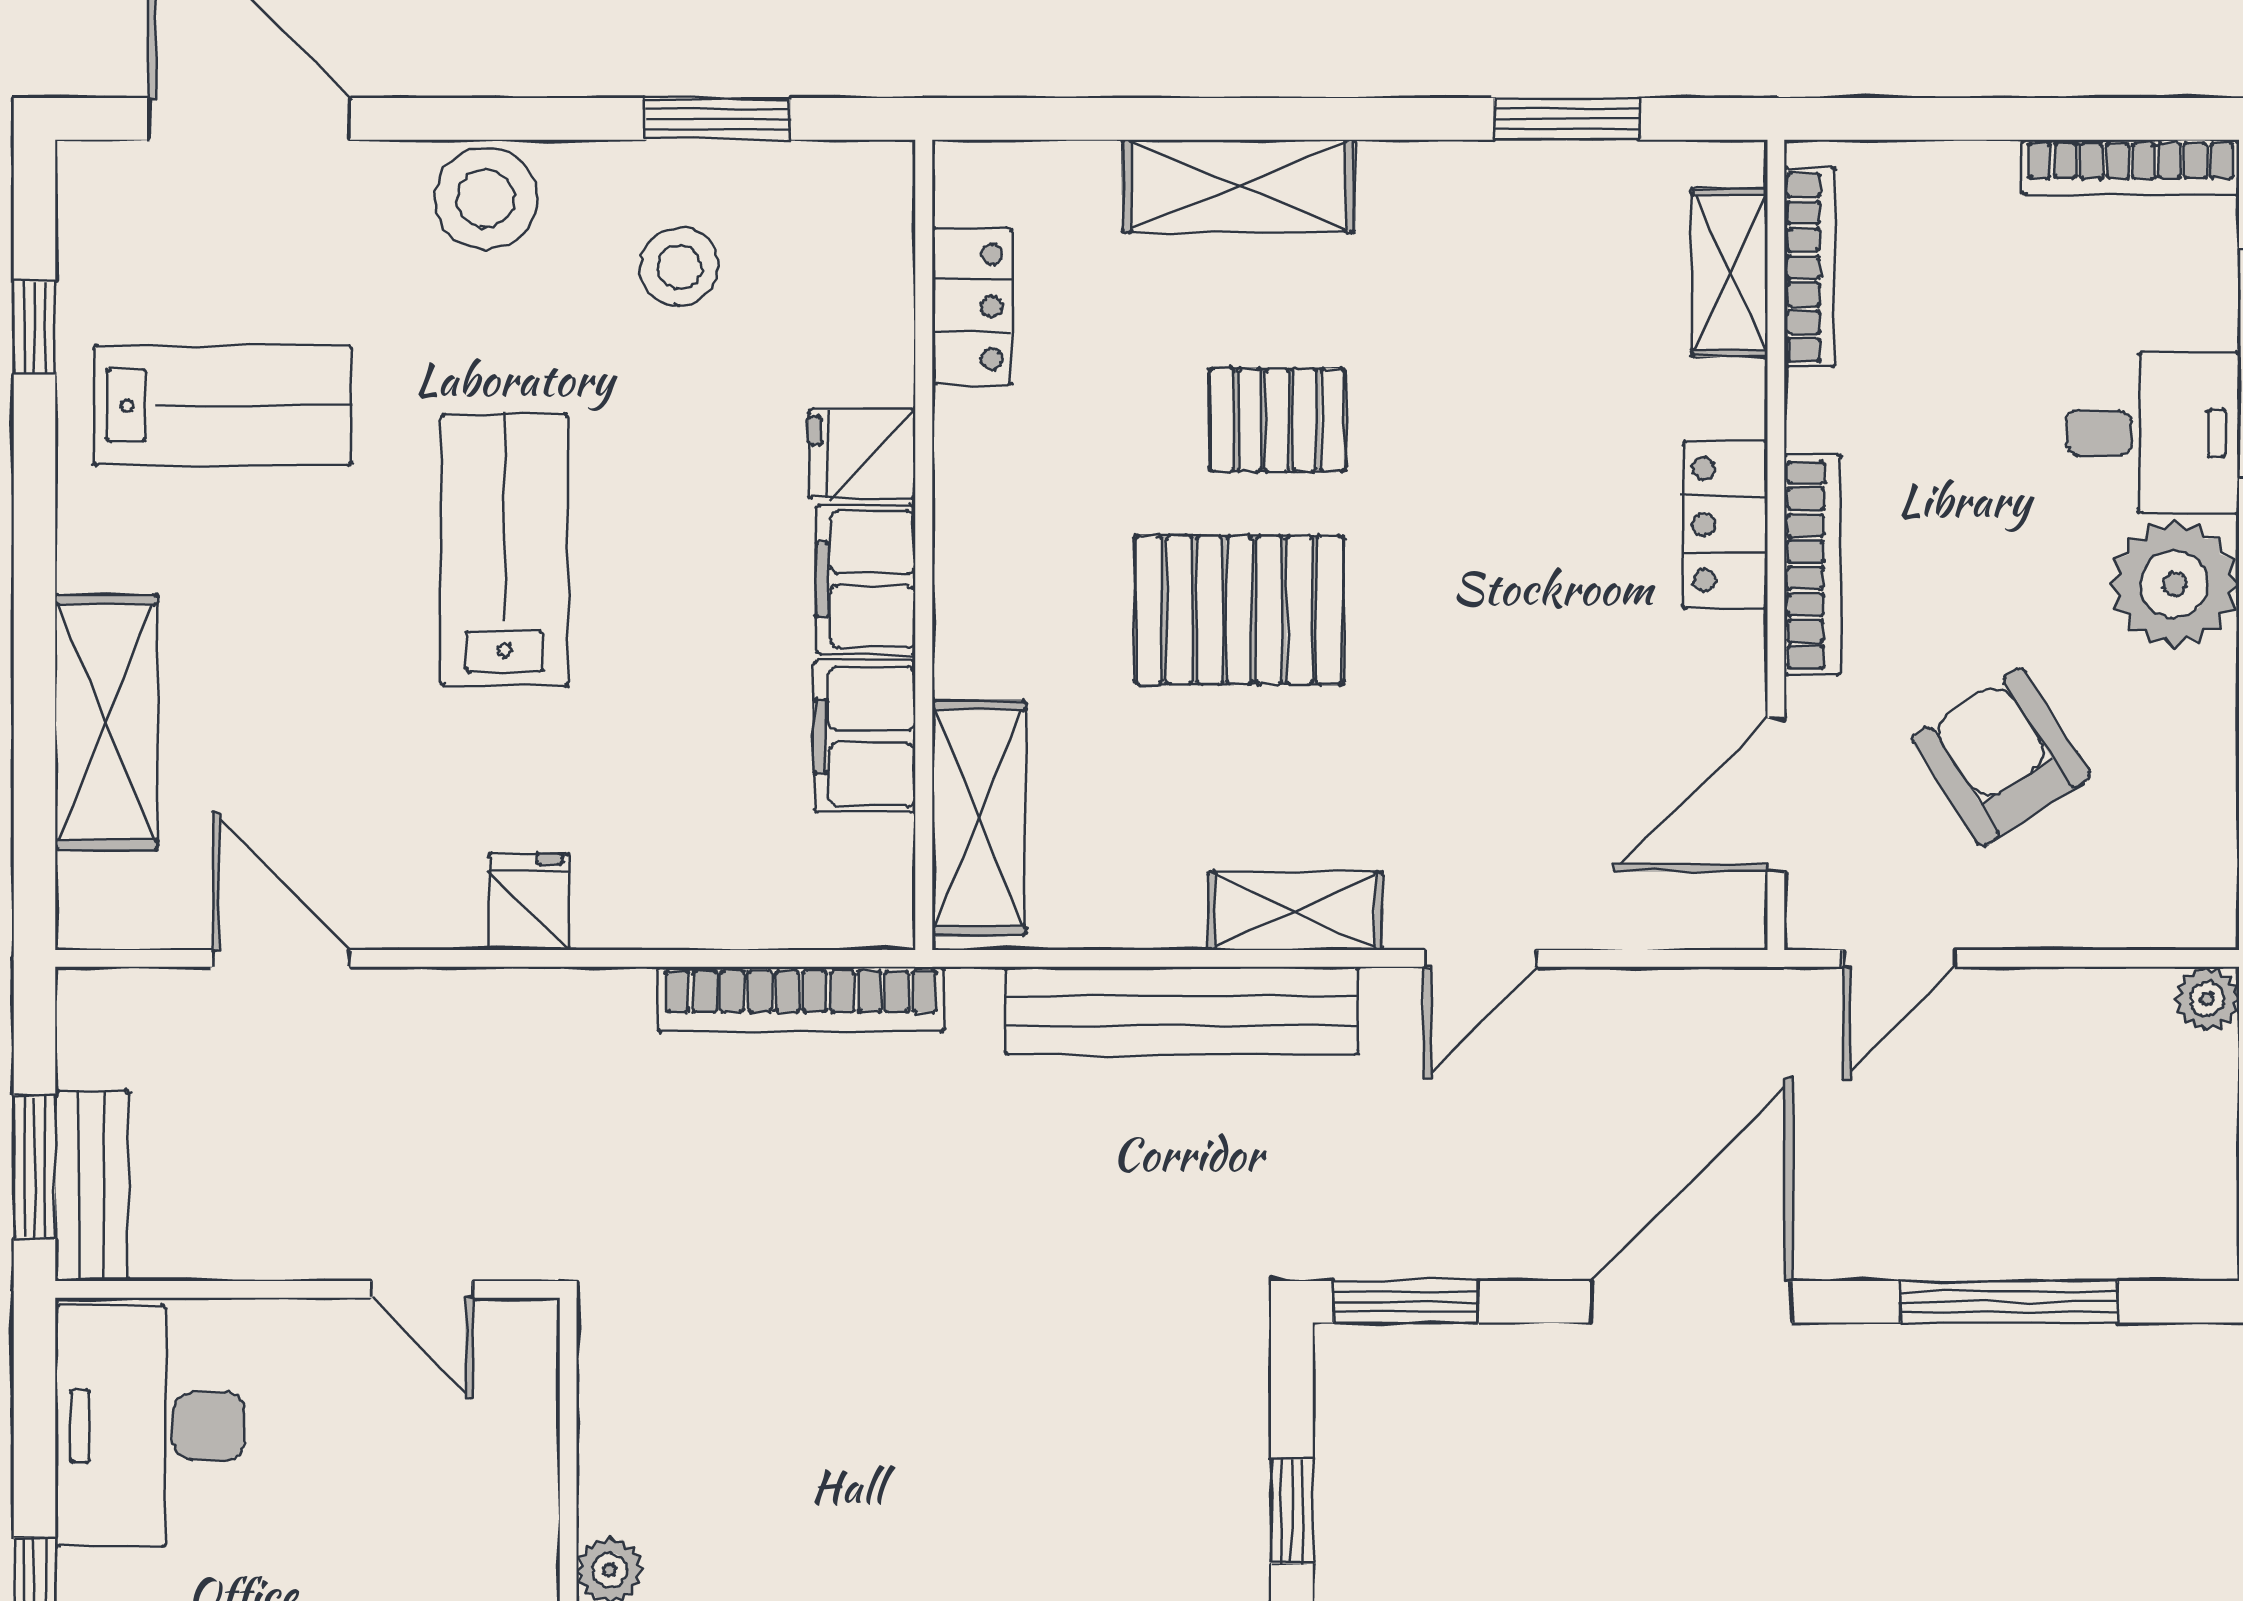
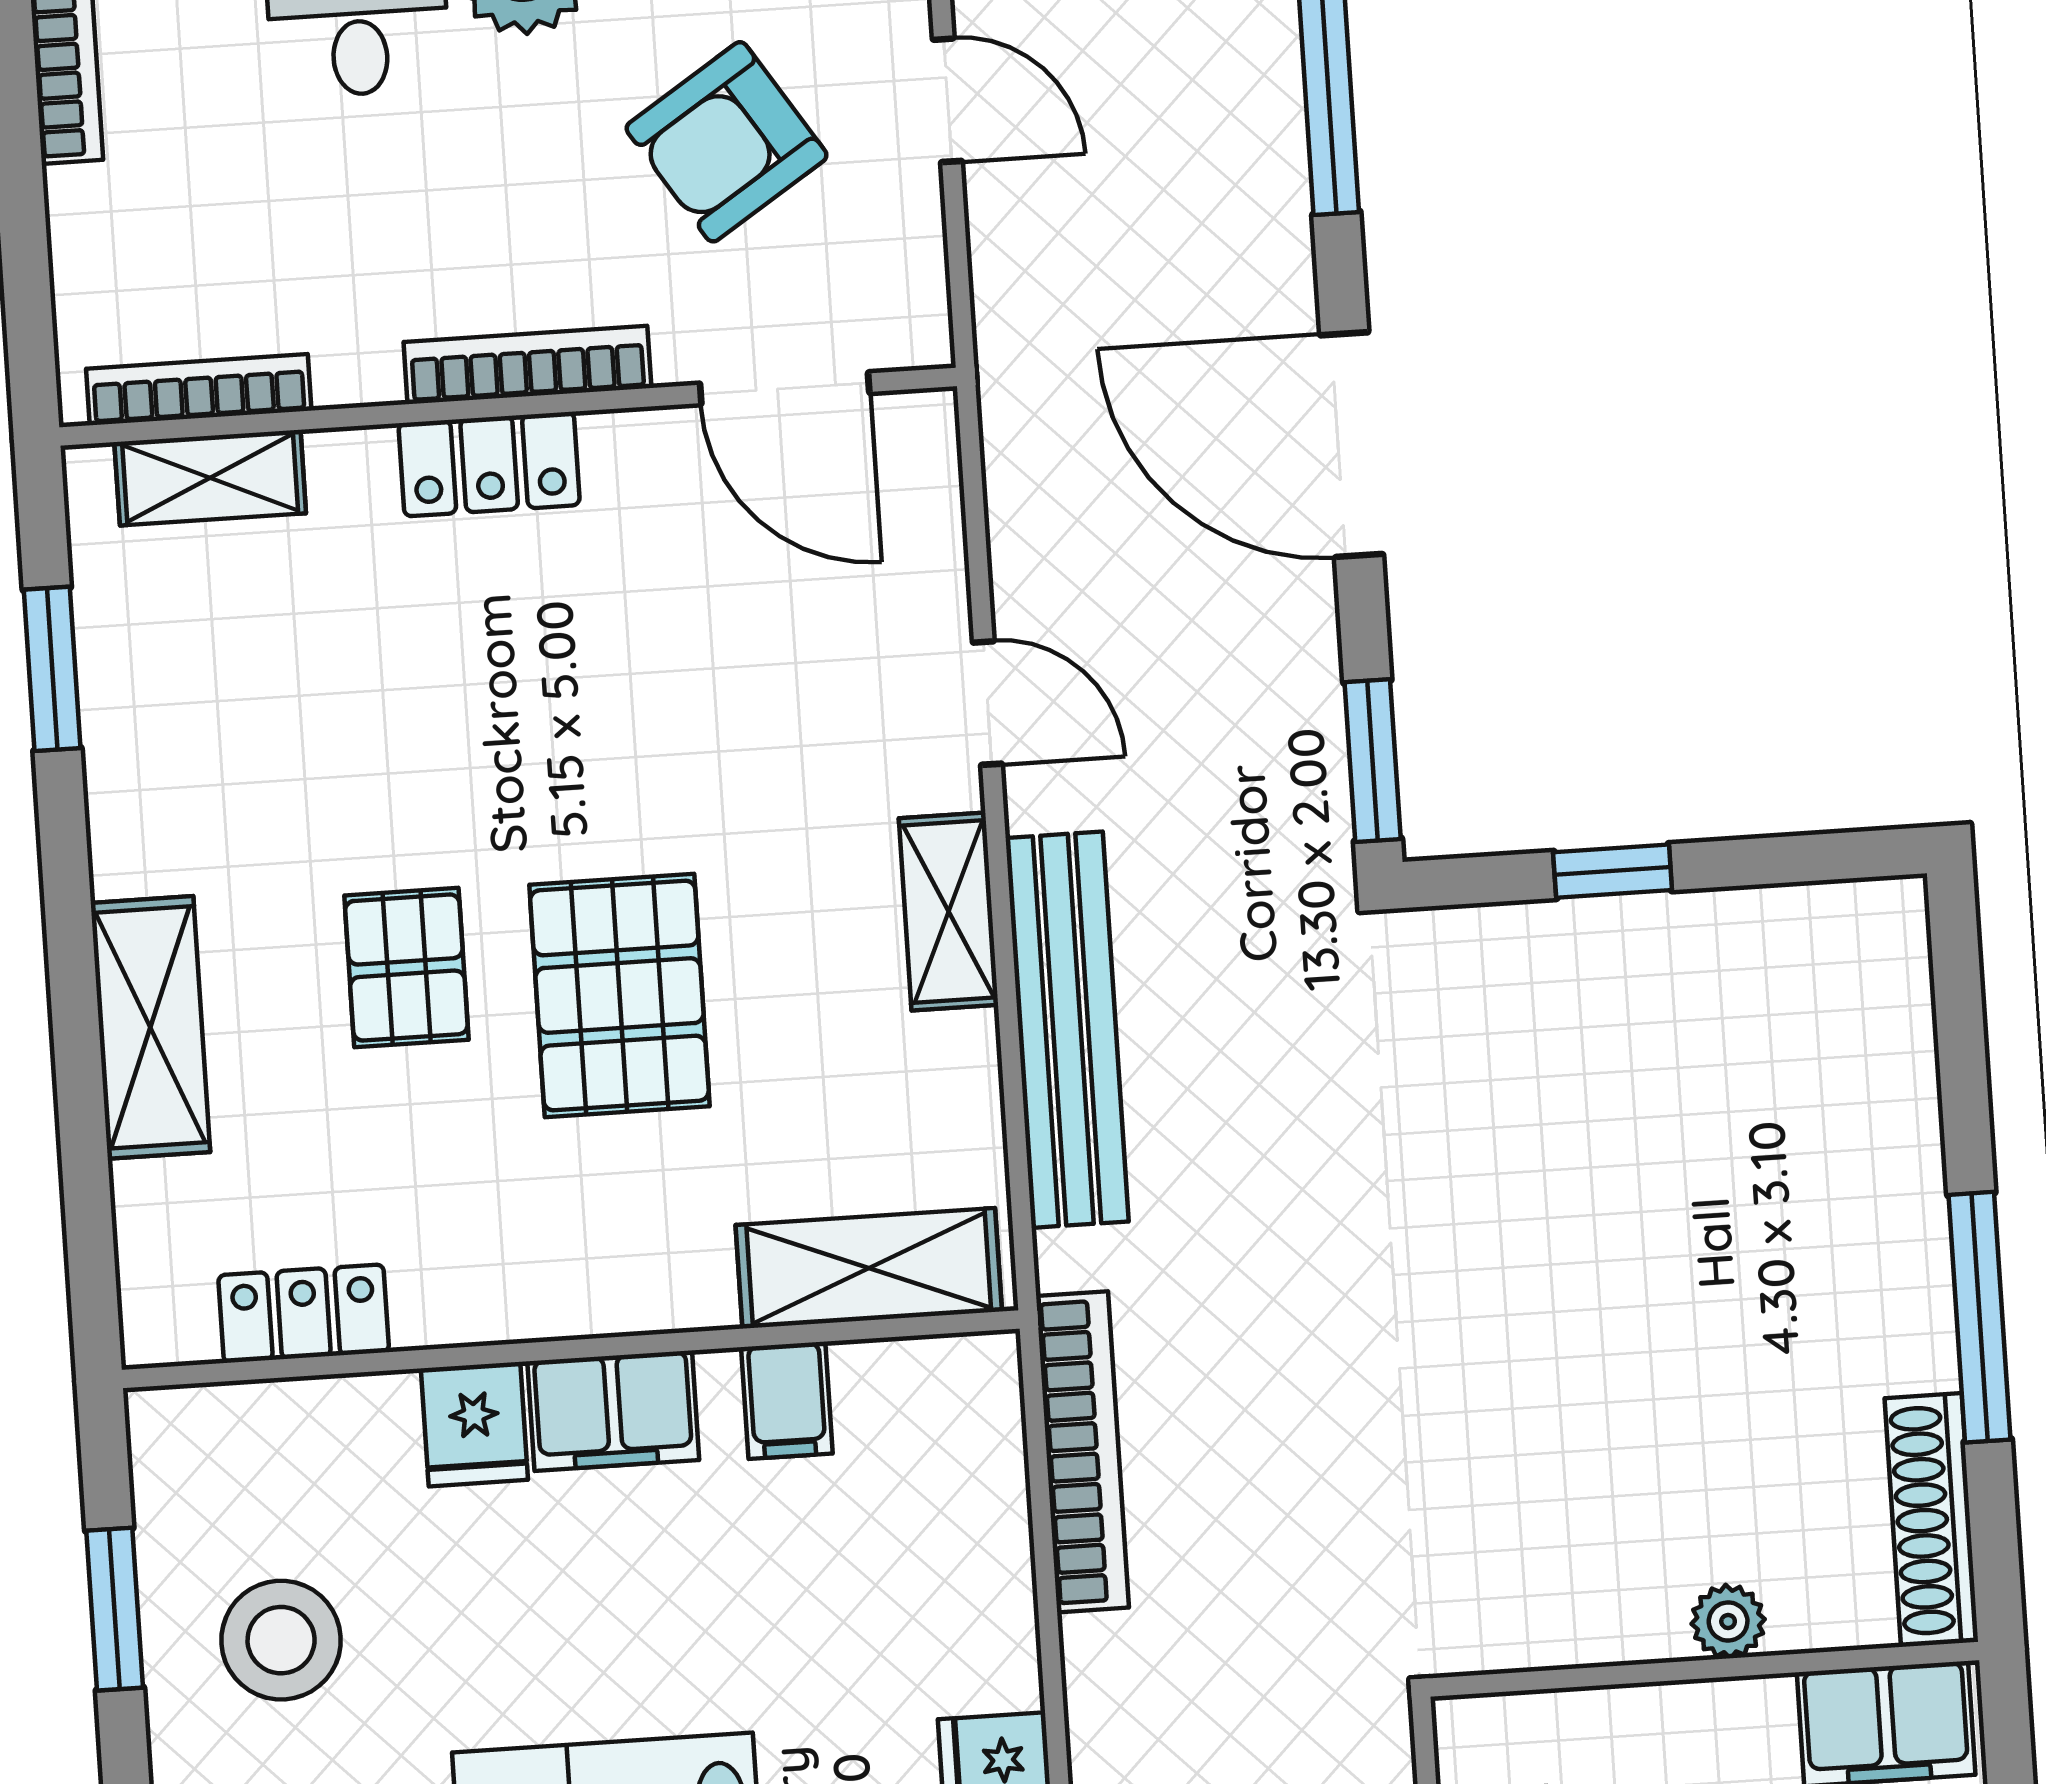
stool: (679, 267) -> (281, 1640), width x1.38, depth x1.38
filing cabinet: (865, 736) -> (787, 1400), width x0.50
door: (1899, 958) -> (947, 100), moved

